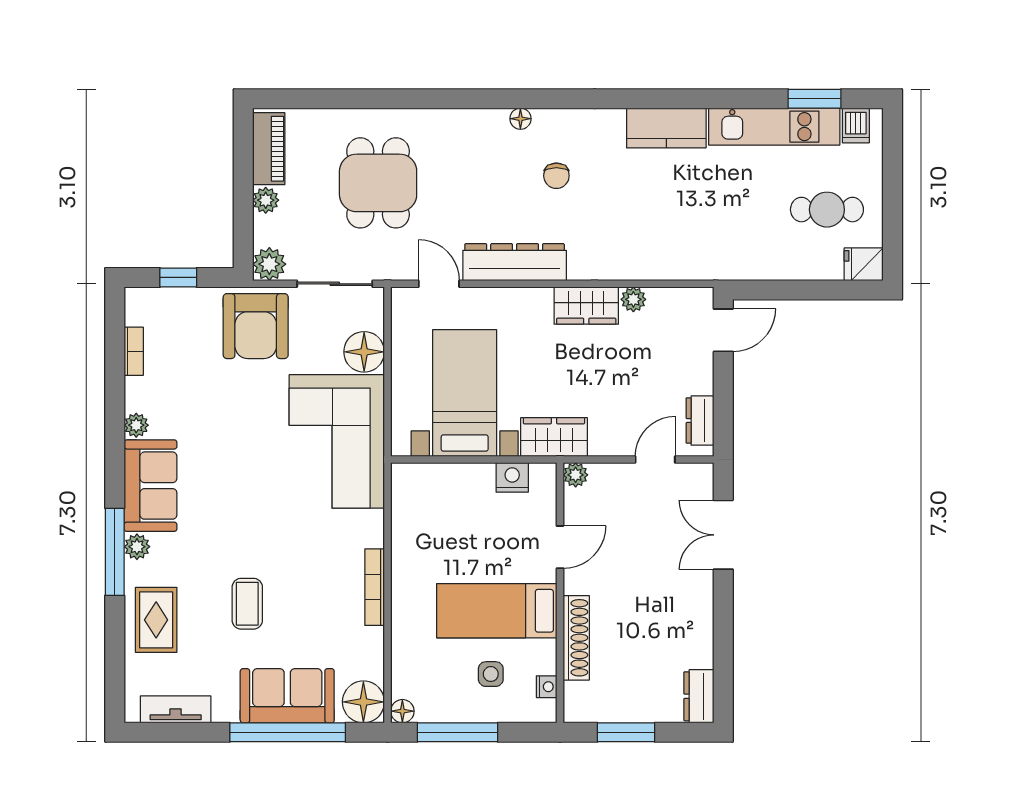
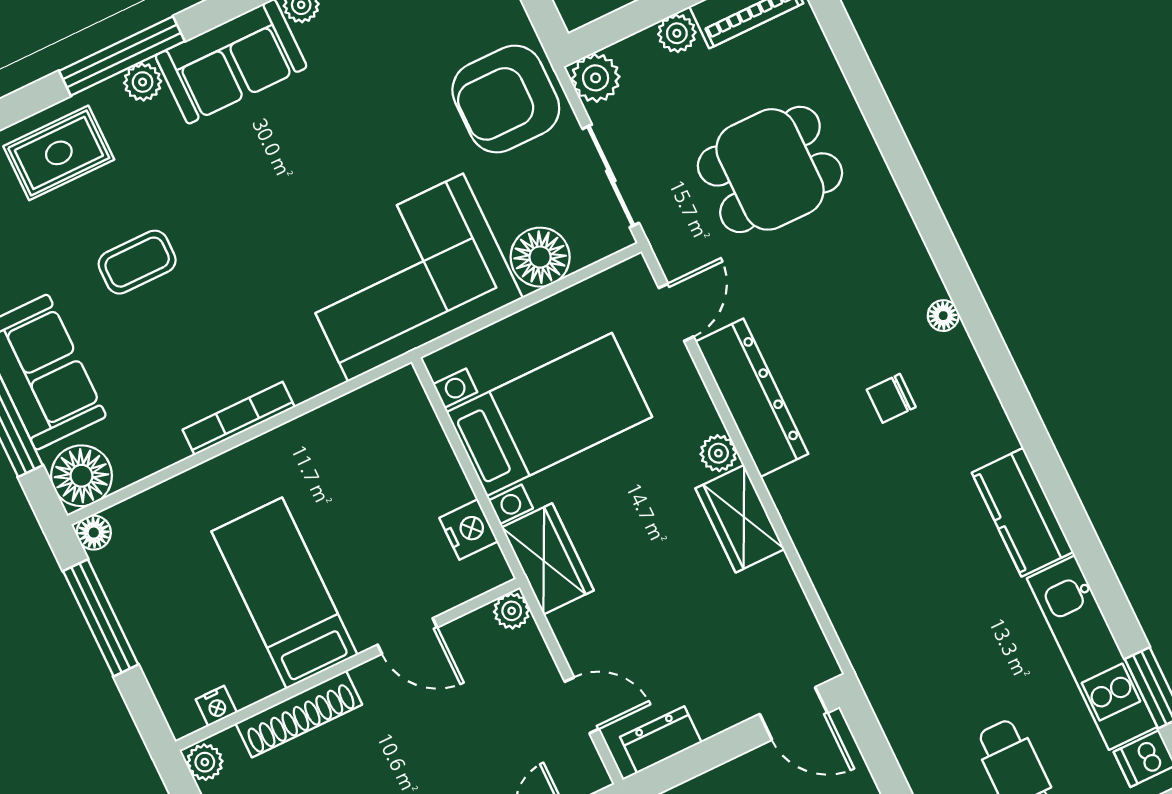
plant: (633, 299) -> (718, 453), moved
side table: (491, 674) -> (198, 625), removed
plant: (578, 711) -> (205, 762), added

